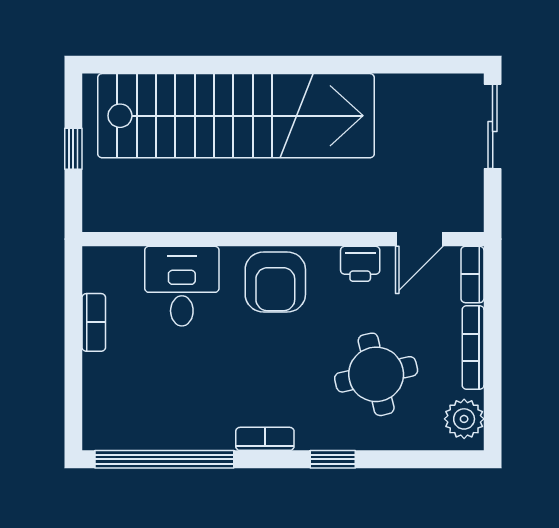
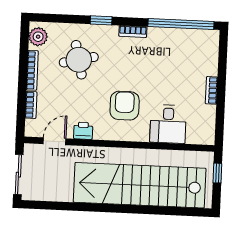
wall: (283, 239) -> (119, 144), moved
door: (419, 239) -> (55, 141), moved
printer: (360, 264) -> (83, 131), moved
desk: (182, 286) -> (168, 124), moved

